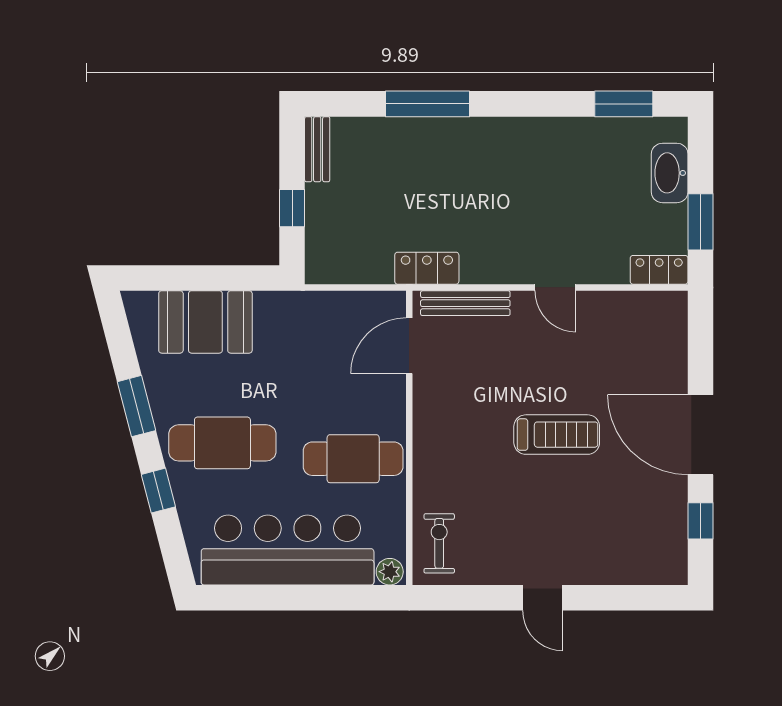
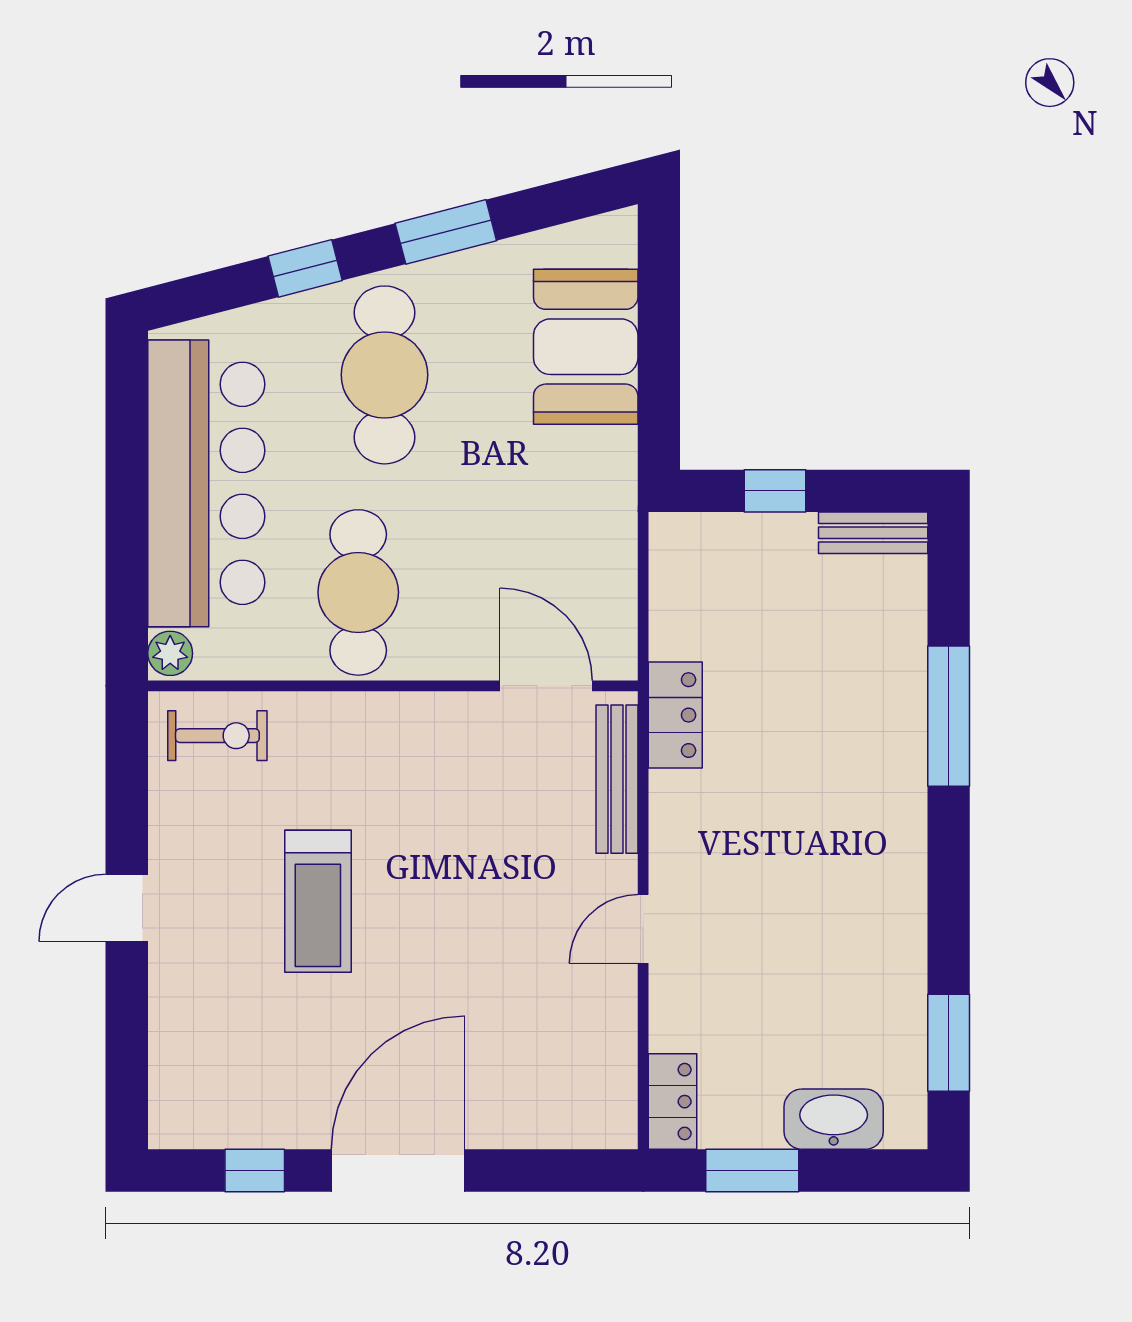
treadmill: (557, 435) -> (318, 901), moved

